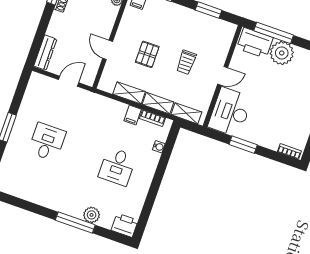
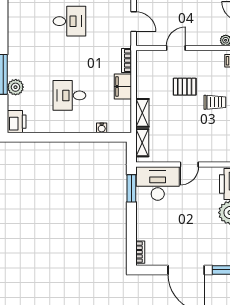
trolley: (186, 62) -> (215, 102), moved, turned 180
door: (223, 76) -> (189, 165), hinge flipped
shelving: (129, 93) -> (143, 82), removed
filing cabinet: (133, 115) -> (123, 86), width x2.00
bookcase: (152, 118) -> (127, 60), moved
window: (243, 145) -> (131, 188), moved

